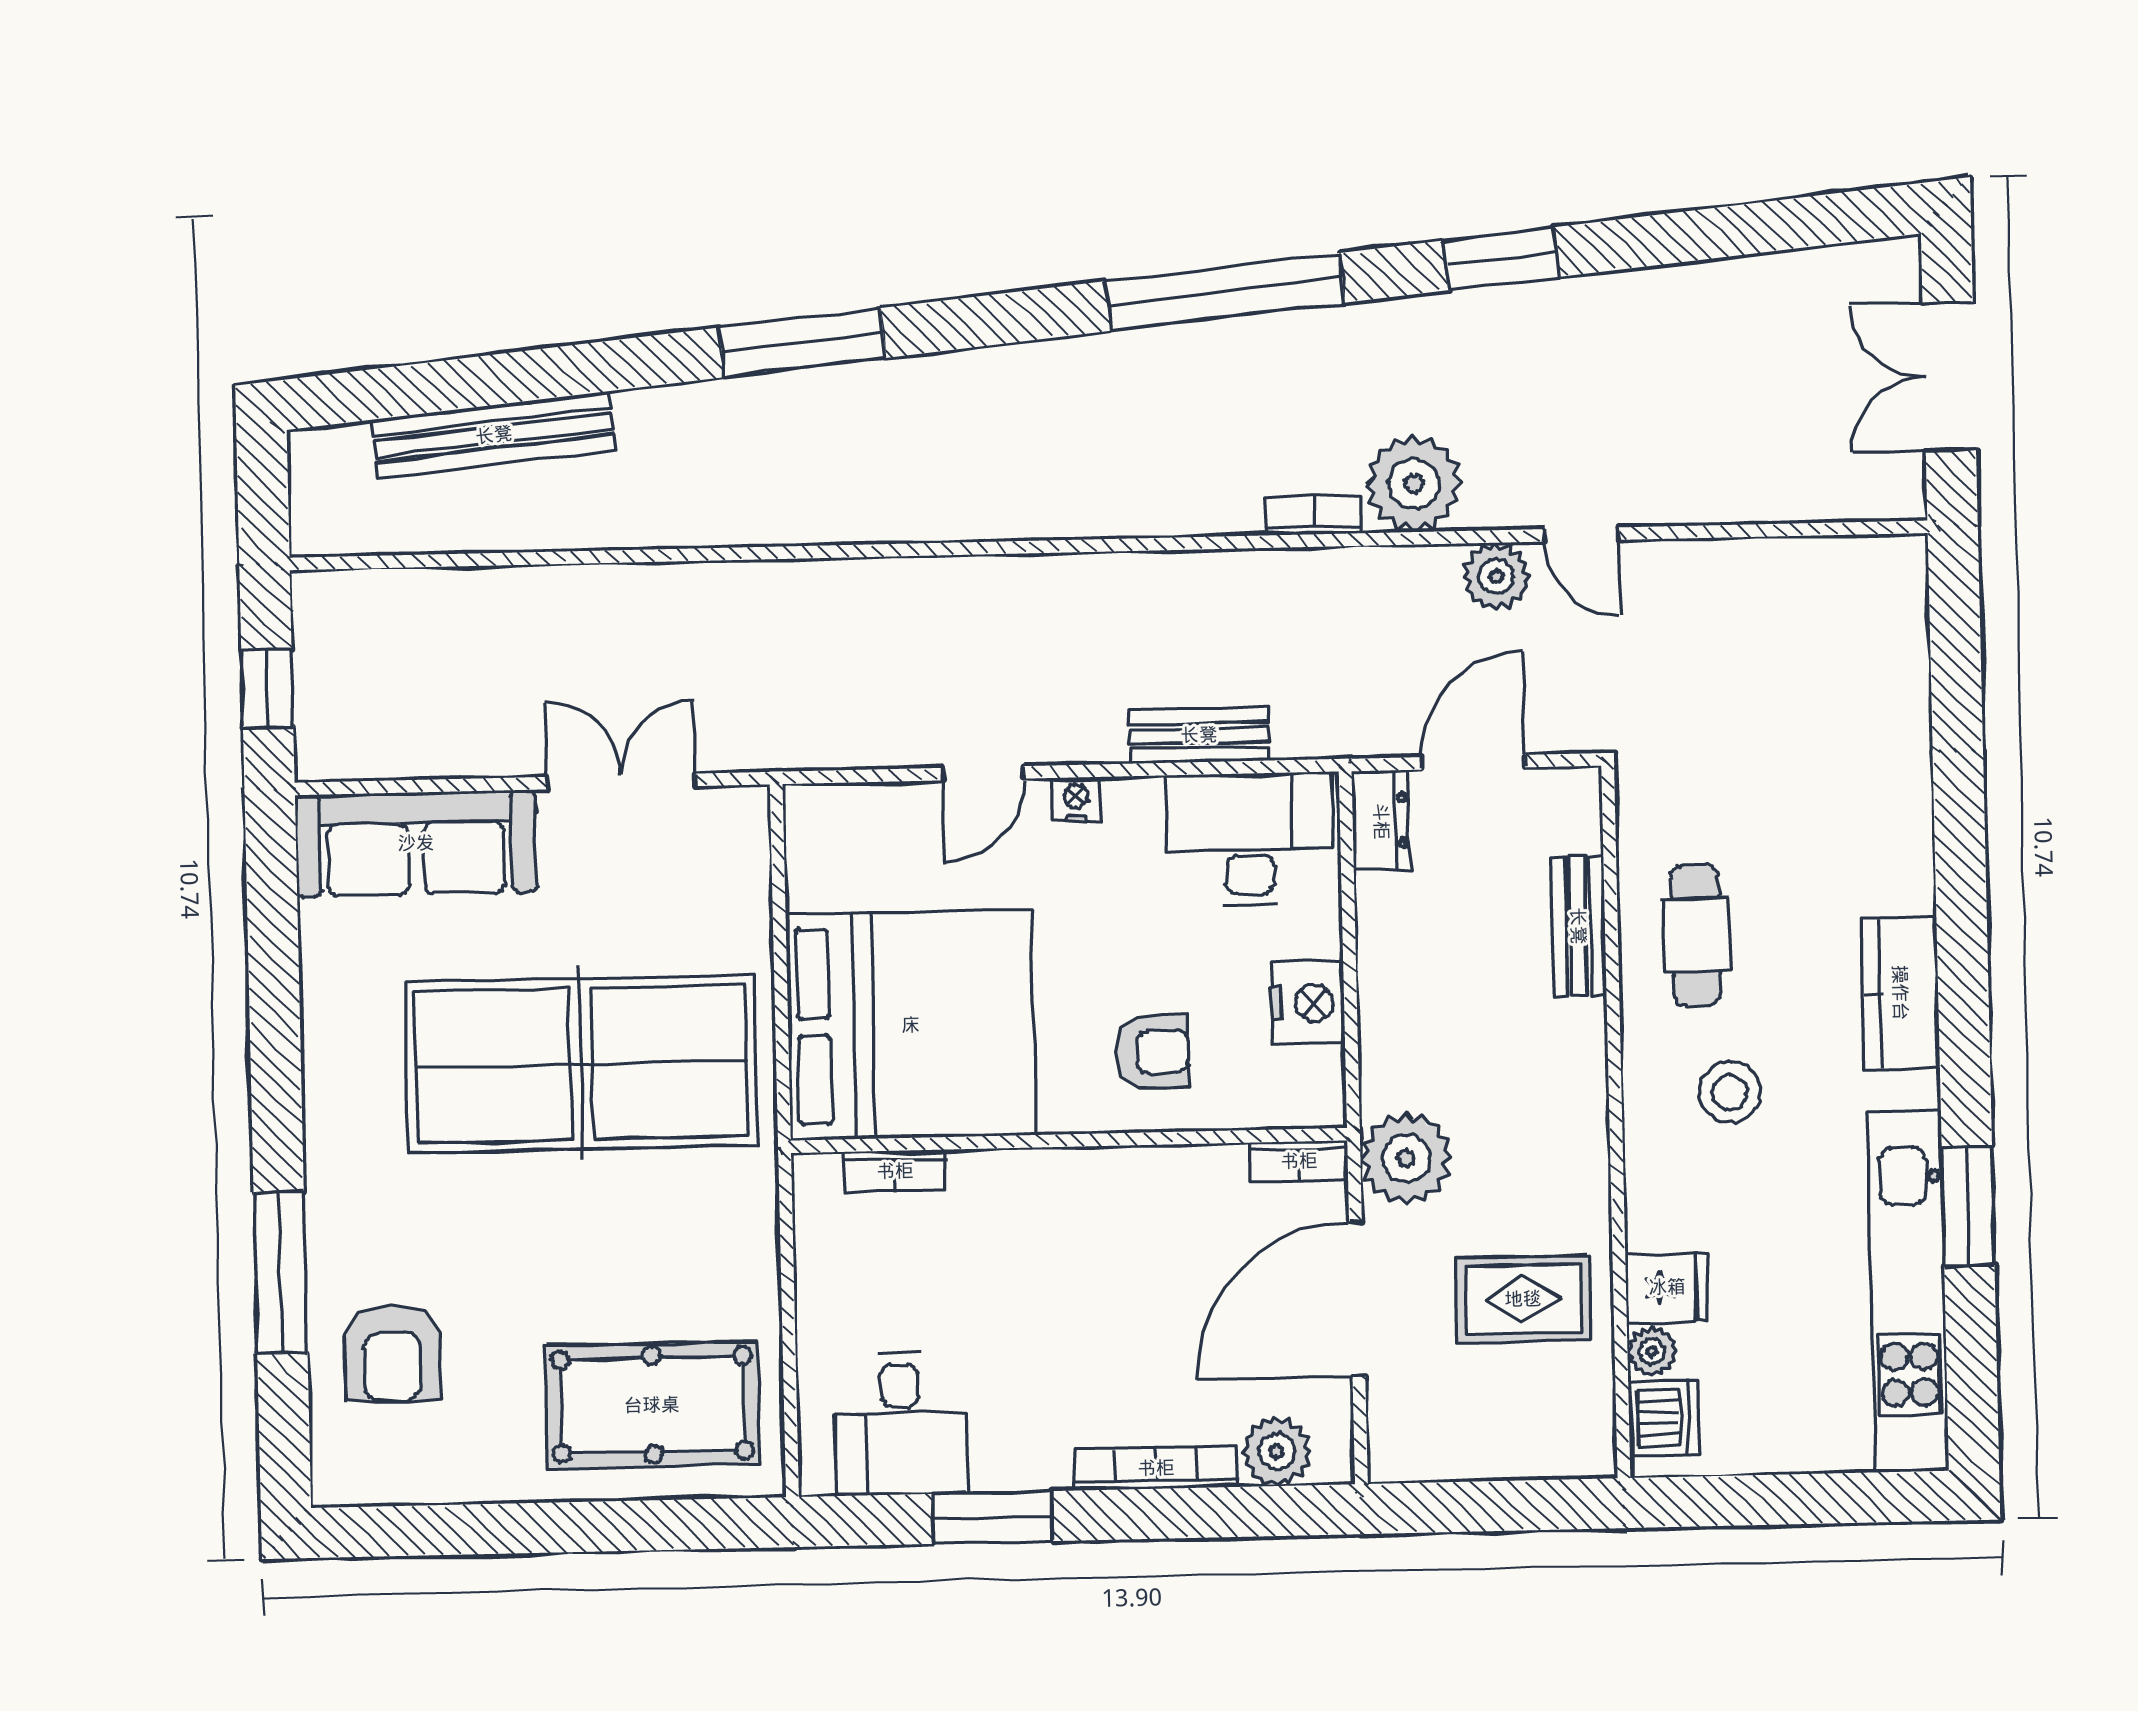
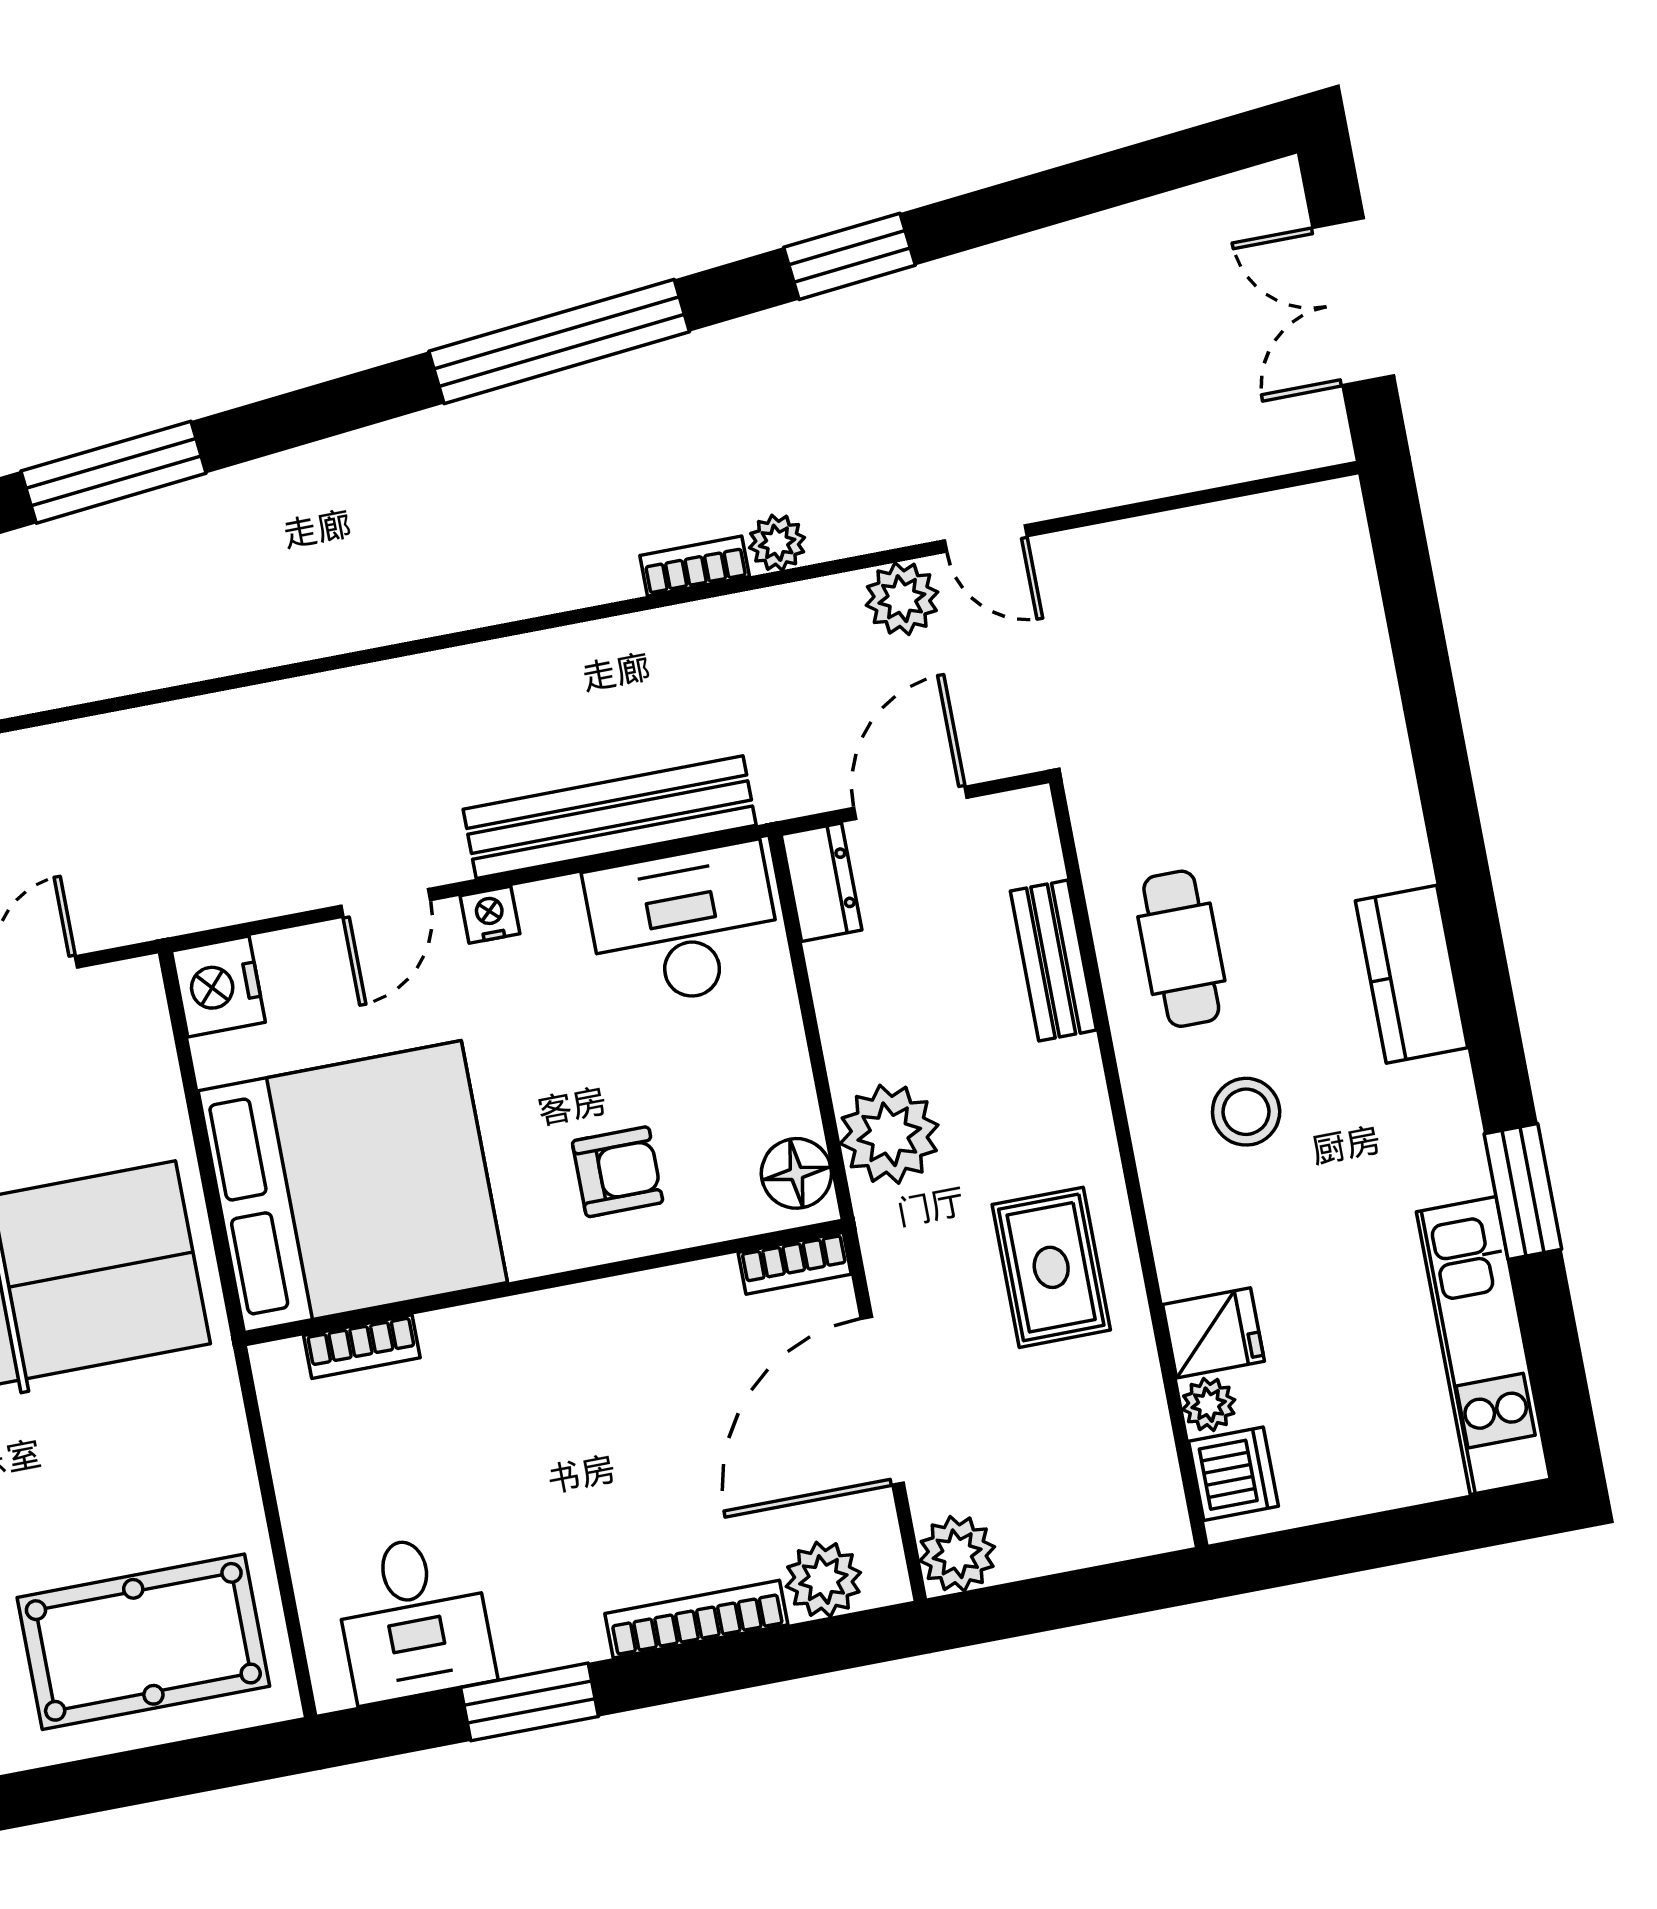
plant: (1414, 484) -> (777, 543), width x0.53, depth x0.53
bench: (1199, 735) -> (610, 817), width x1.86, depth x1.21
nightstand: (1308, 1003) -> (218, 987), moved, turned 180
floor lamp: (1314, 1080) -> (796, 1173), added
plant: (1406, 1158) -> (889, 1134), moved
kitchen unit: (1908, 1292) -> (1483, 1346), width x0.73
rug: (1523, 1299) -> (1051, 1267), moved, turned 90
plant: (1402, 1448) -> (957, 1554), added

